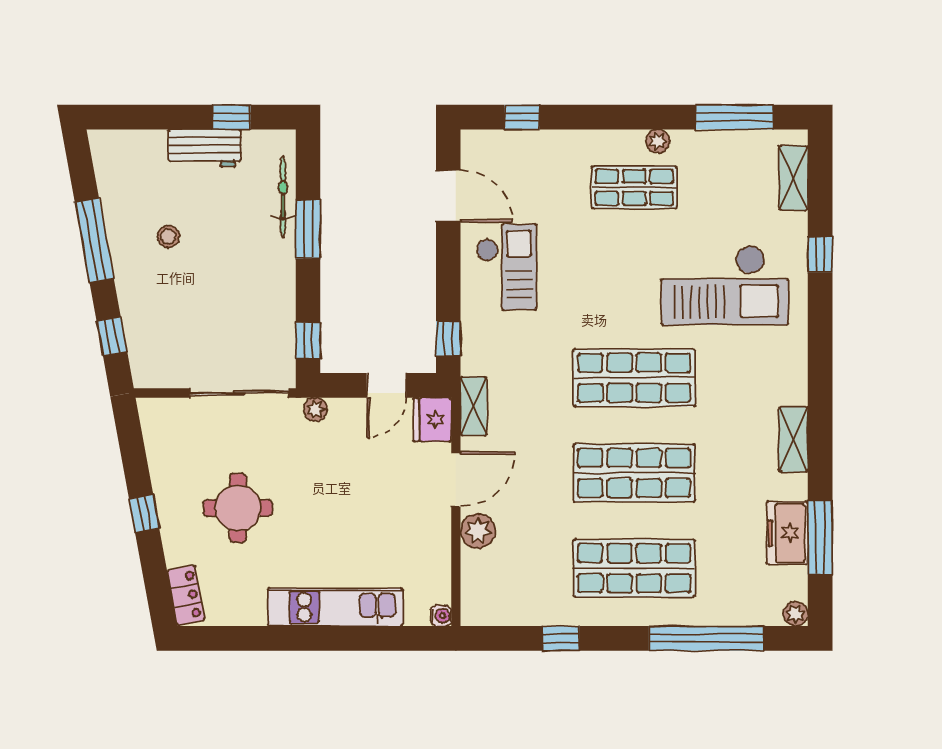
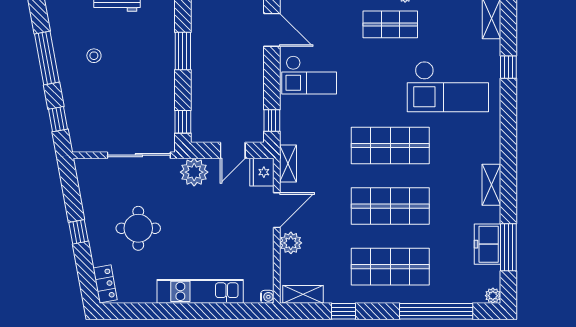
bicycle: (283, 197) -> (167, 31), removed
checkout: (507, 267) -> (309, 75), turned 90
plant: (316, 409) -> (194, 172), width x1.87, depth x1.87
shelving: (497, 612) -> (303, 294), added

